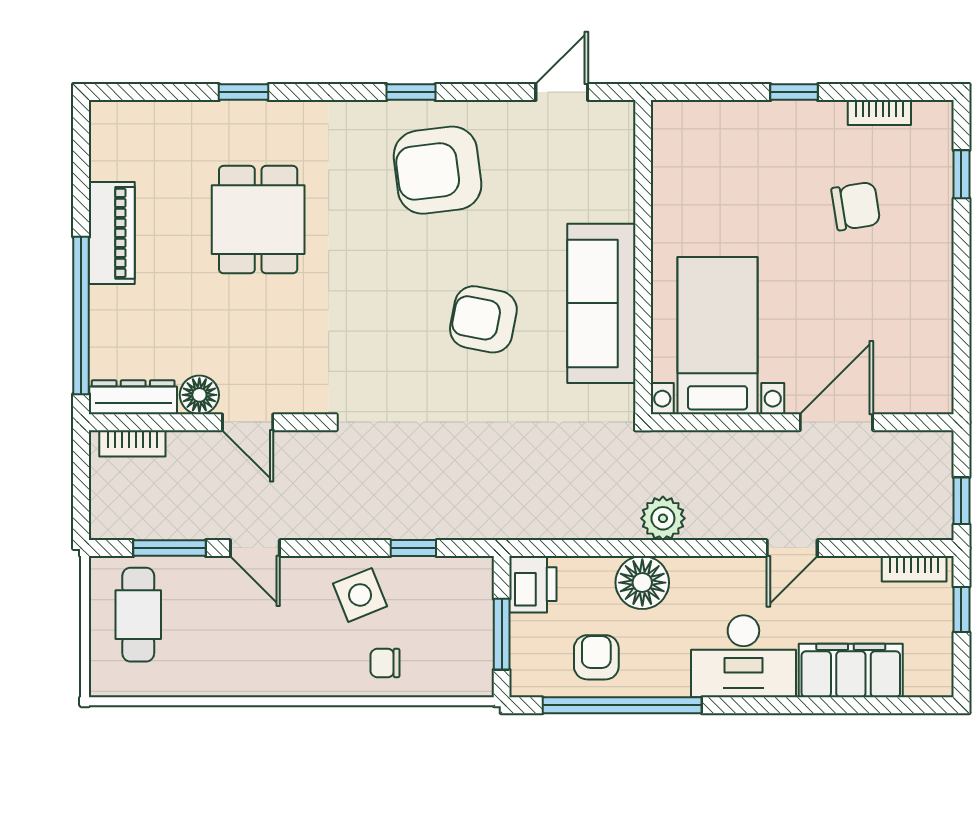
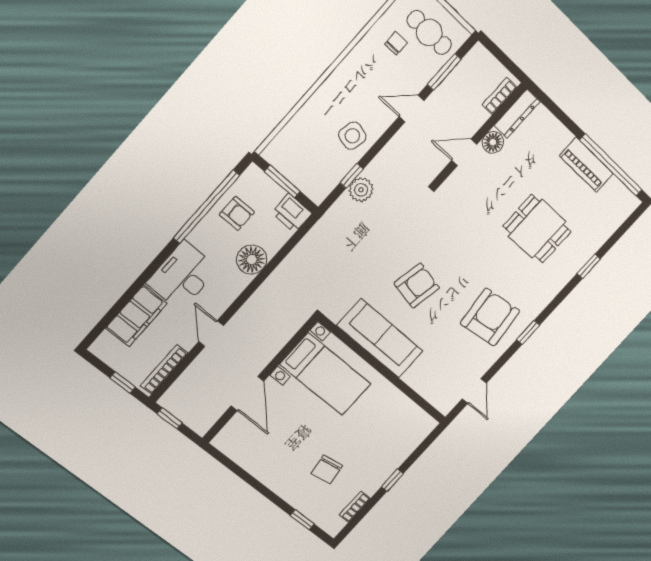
window: (81, 315) -> (611, 165), moved
plant: (663, 518) -> (361, 190), moved
bookcase: (914, 569) -> (164, 369), width x1.56
side table: (360, 595) -> (352, 136), turned 35
chair: (385, 663) -> (396, 43), moved

